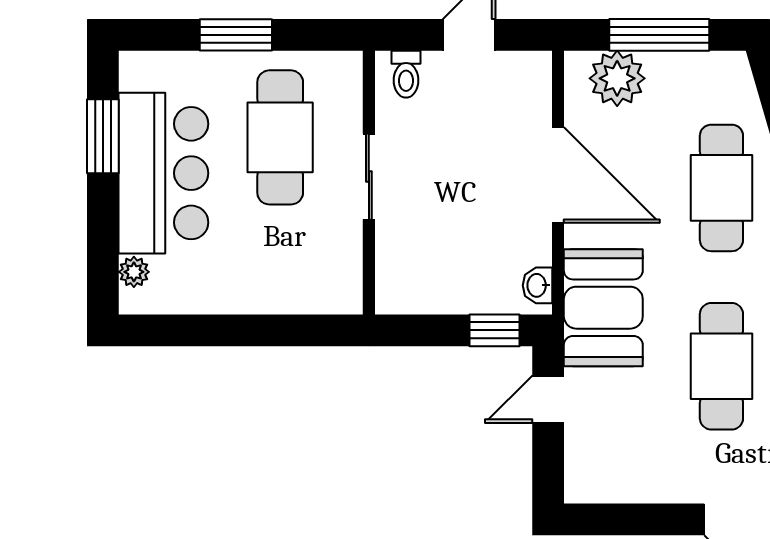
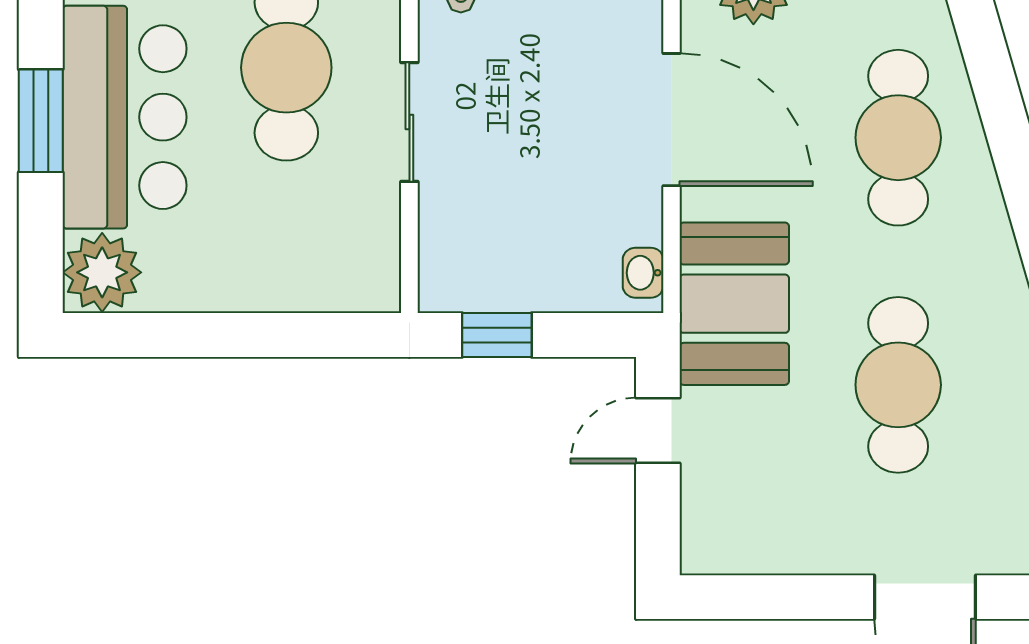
window: (103, 136) -> (41, 121), moved
plant: (134, 272) -> (102, 272), width x1.88, depth x1.88
window: (494, 330) -> (497, 335), moved

